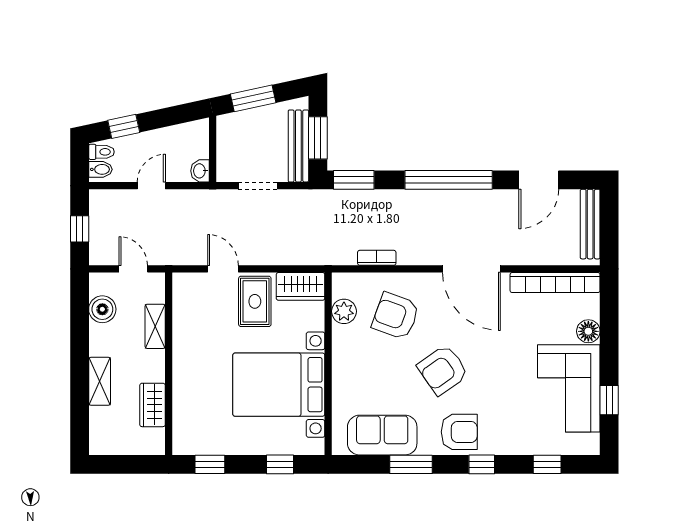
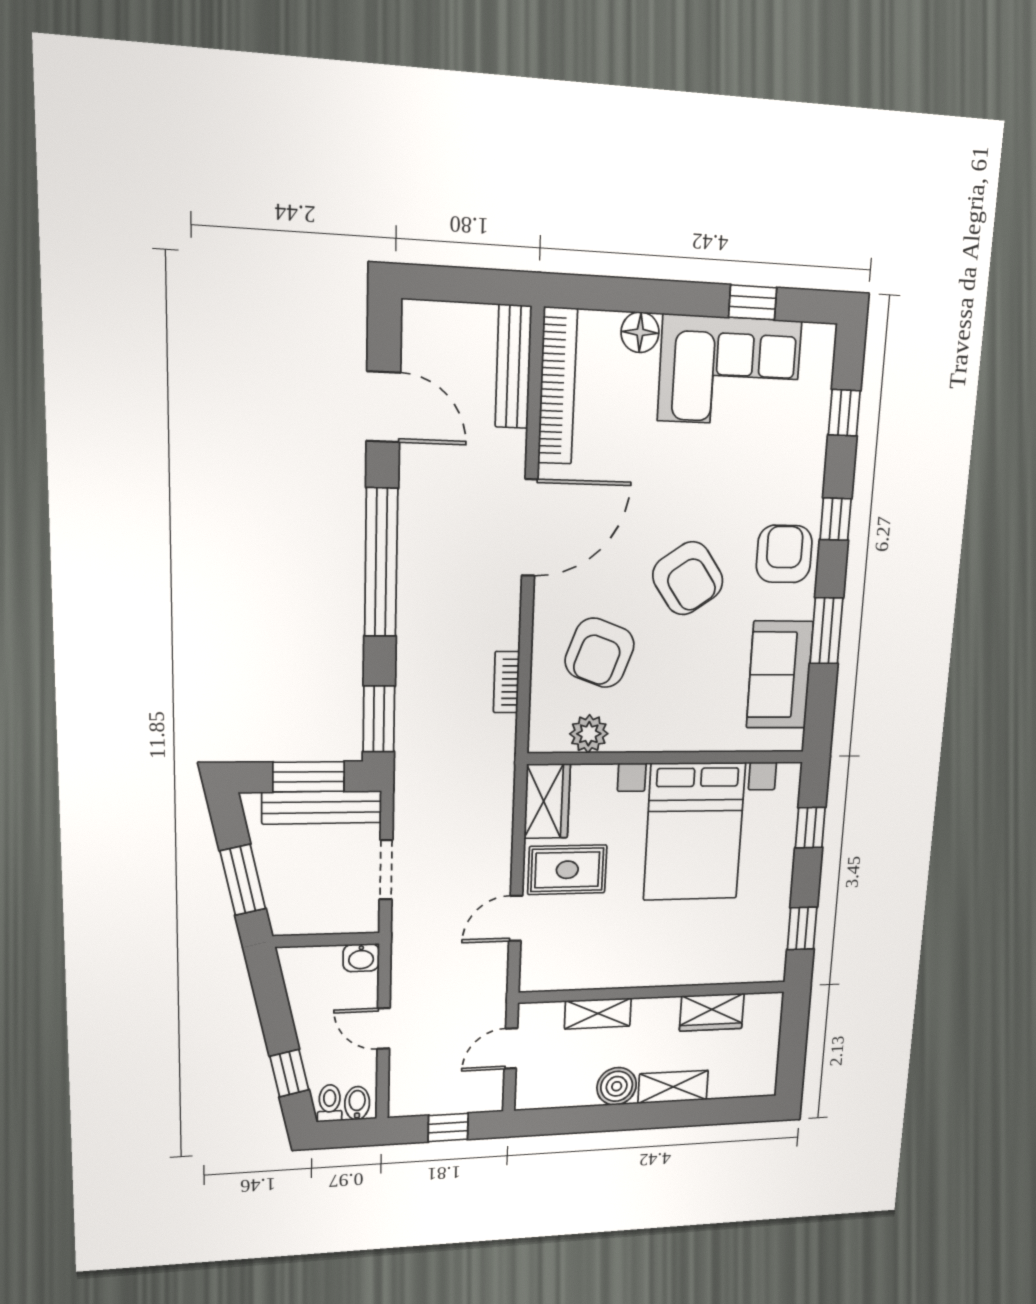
bench: (590, 224) -> (513, 367), moved, turned 90
boiler: (102, 309) -> (617, 1086), moved

